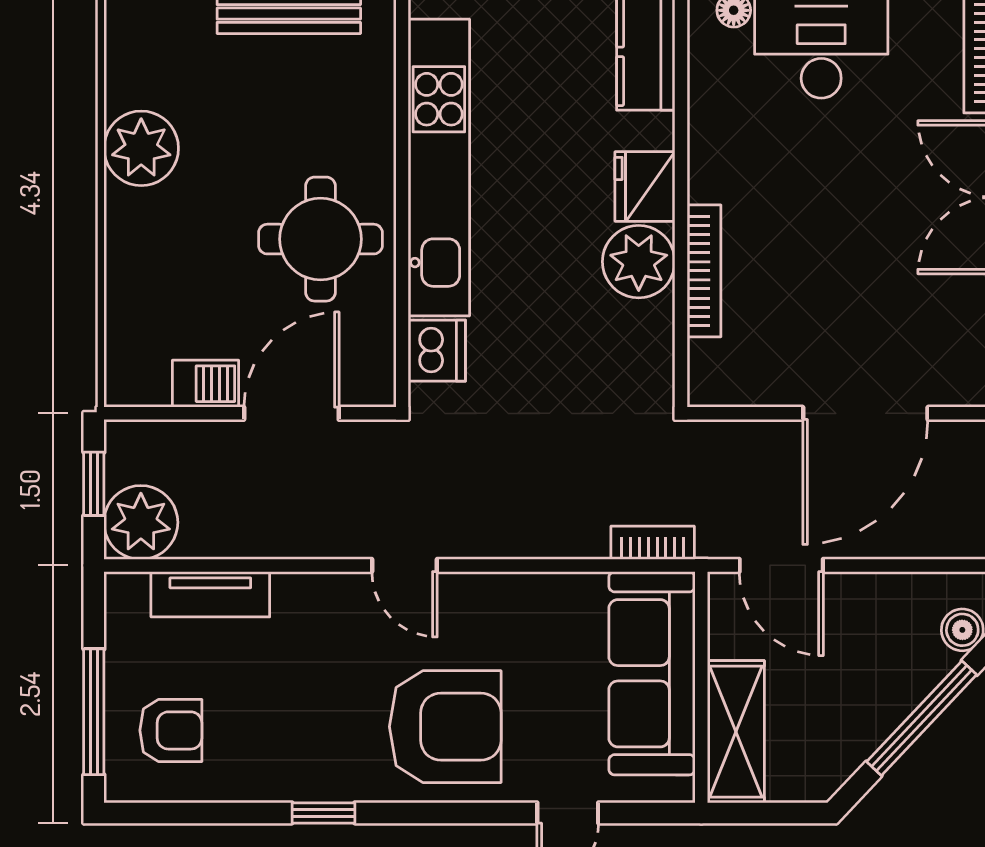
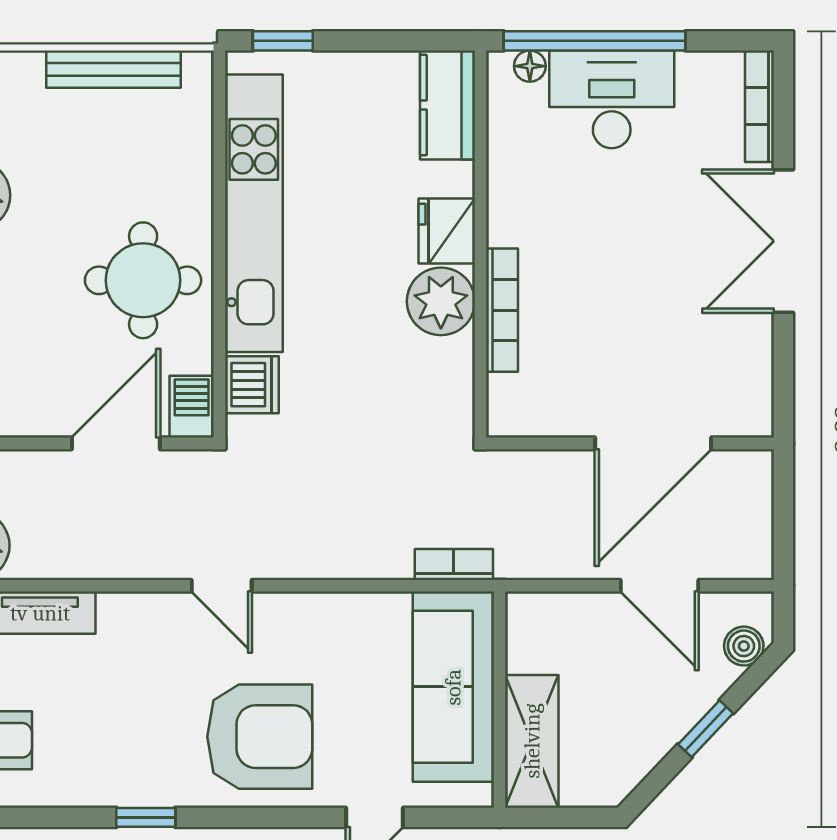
barbecue: (206, 384) -> (192, 407), moved, turned -90
door: (781, 565) -> (659, 586), moved
window: (922, 718) -> (706, 729), width x0.46

